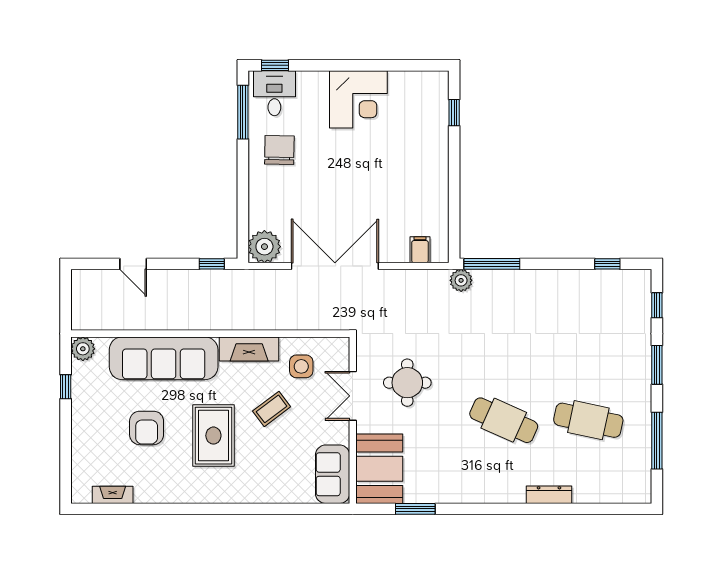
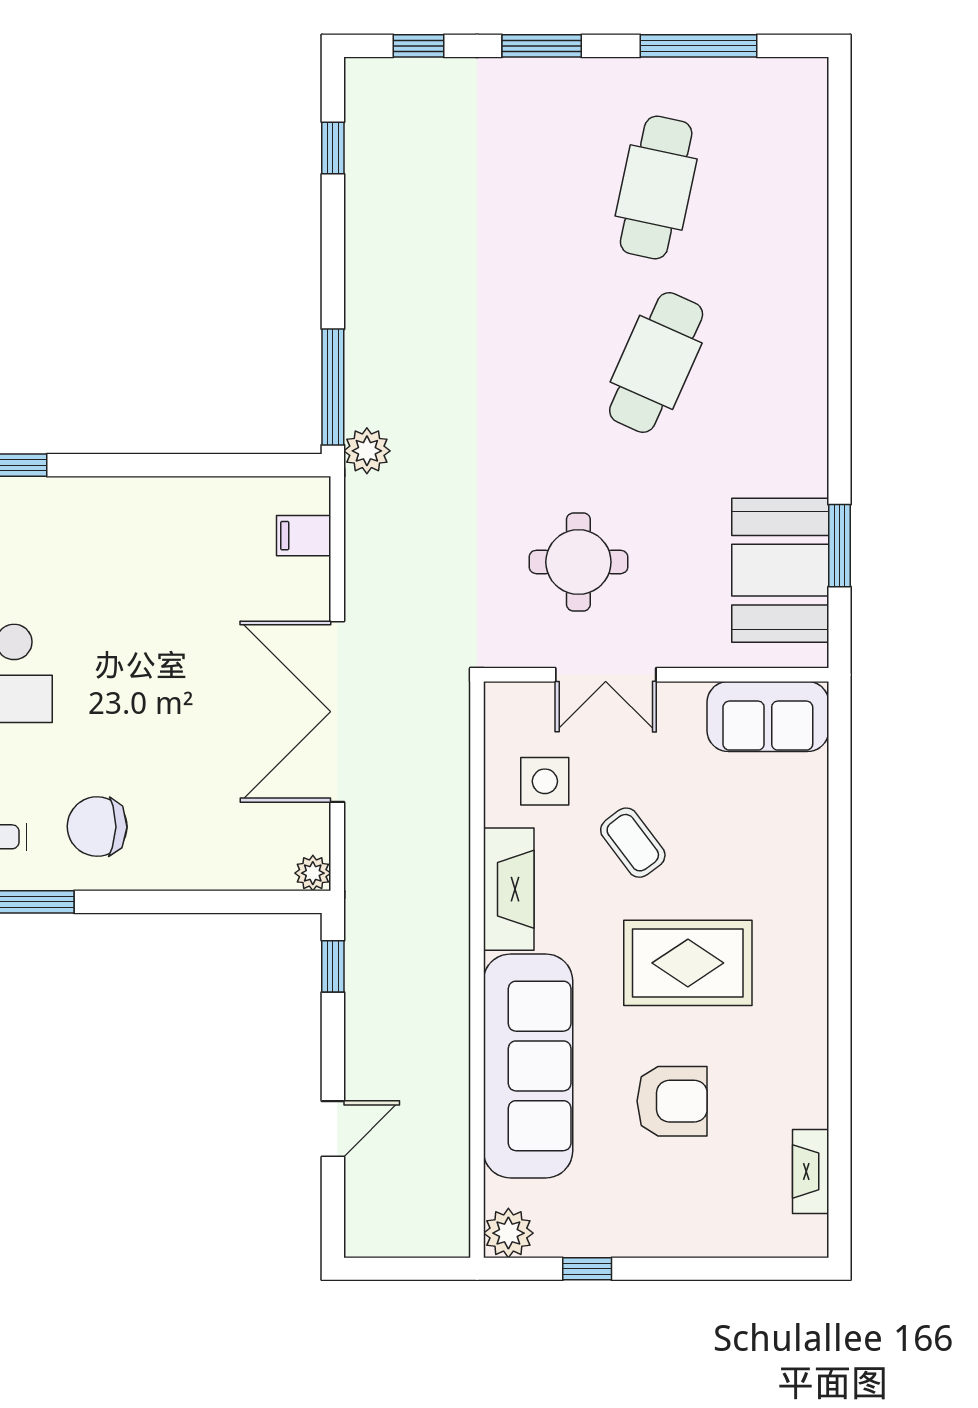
plant: (264, 247) -> (313, 873), width x0.53, depth x0.53
booth: (379, 469) -> (780, 570), moved, turned 90
dresser: (549, 495) -> (810, 269), removed

